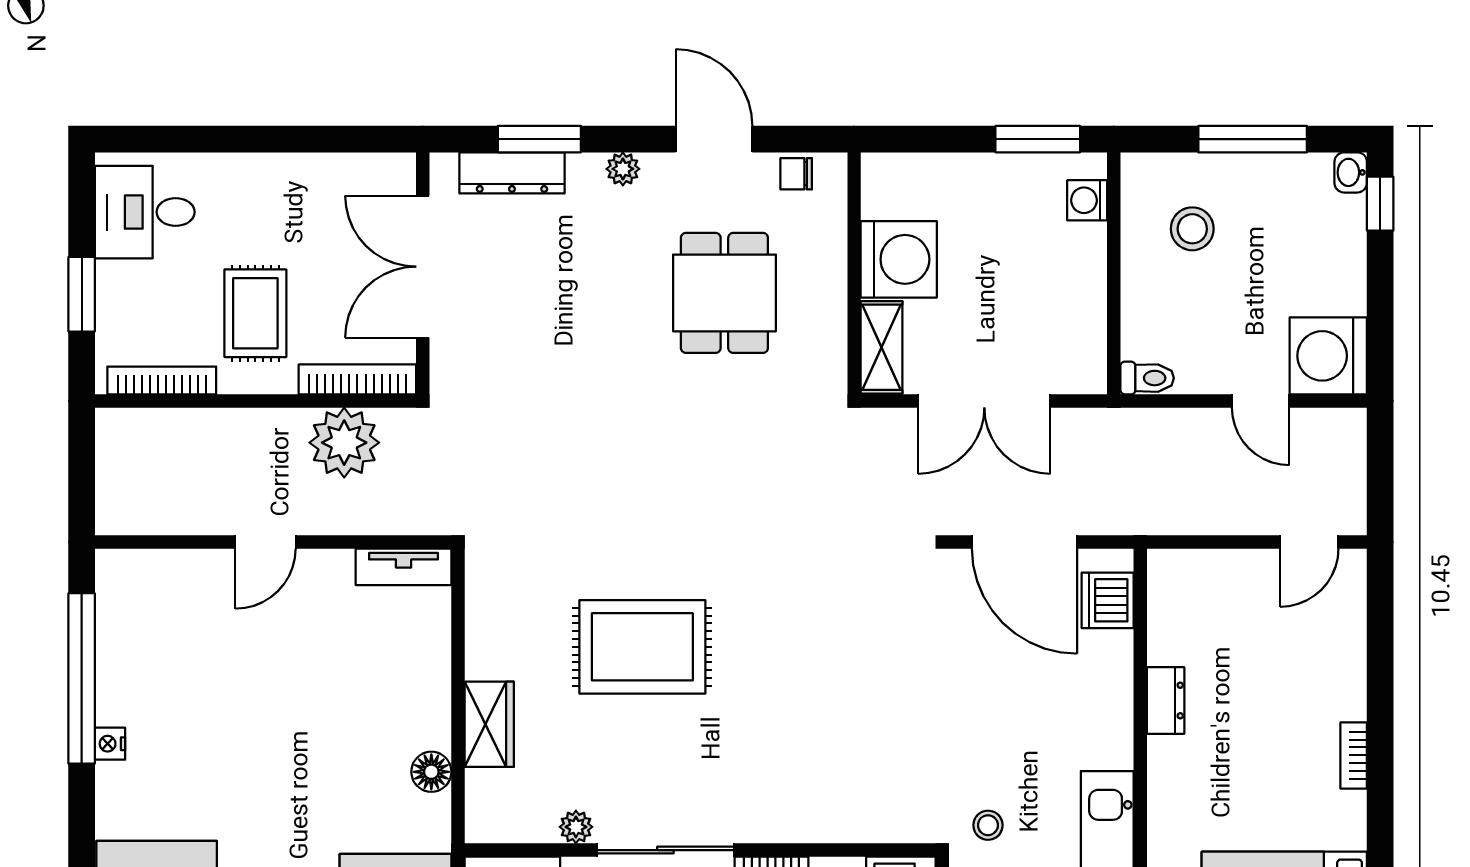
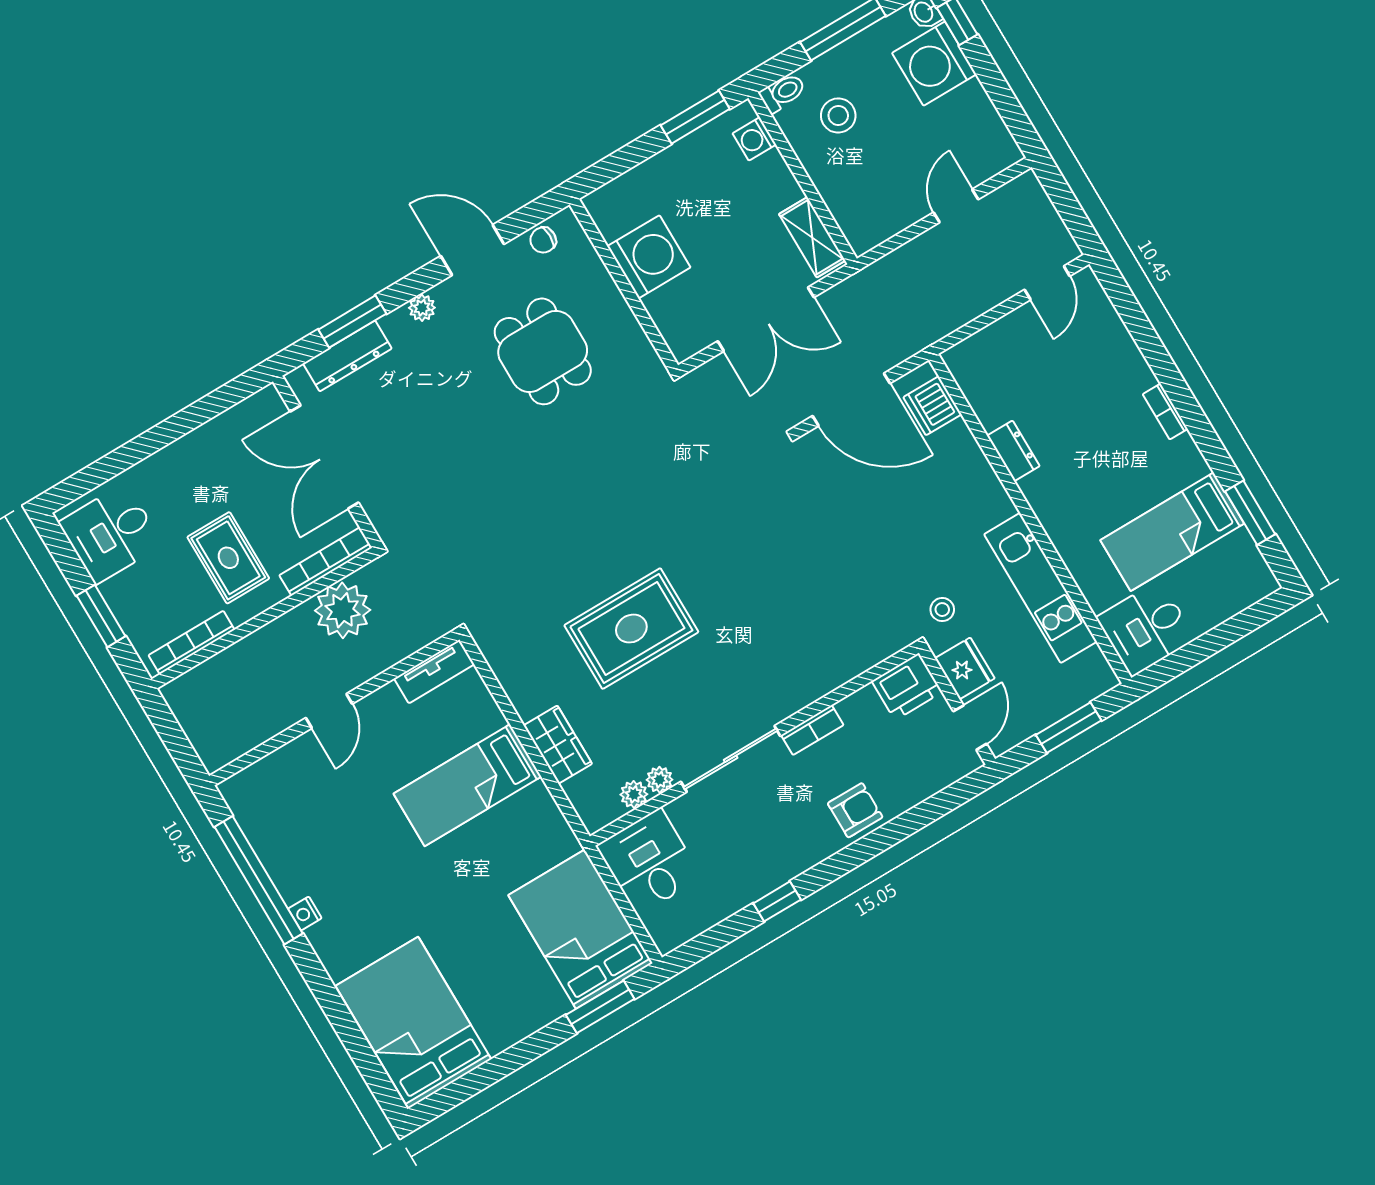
shelving: (882, 347) -> (812, 237), moved
washing machine: (1328, 356) -> (934, 64), moved
toilet: (1147, 378) -> (783, 93), moved
door: (1261, 401) -> (956, 206), swing flipped
bed: (366, 710) -> (467, 785), added
floor lamp: (431, 772) -> (537, 801), removed
plant: (539, 826) -> (634, 794), added

